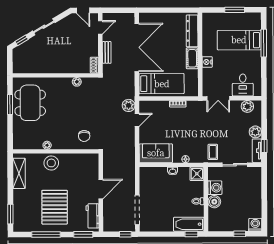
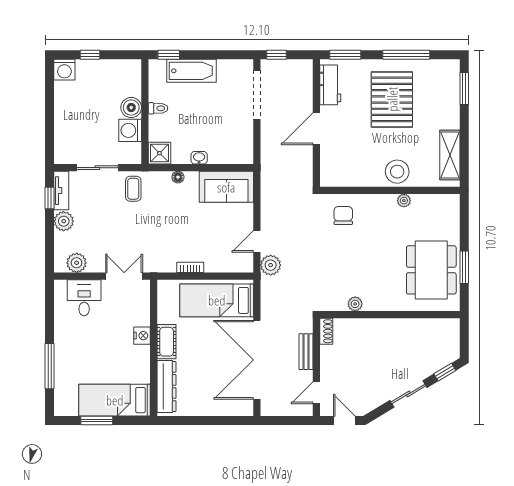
bed: (239, 40) -> (115, 400), moved, turned 180
bathtub: (189, 224) -> (191, 71), moved

